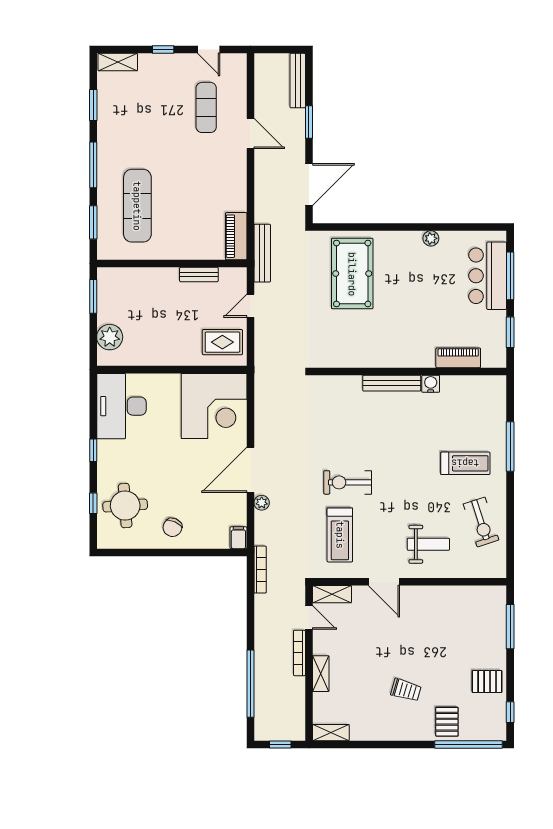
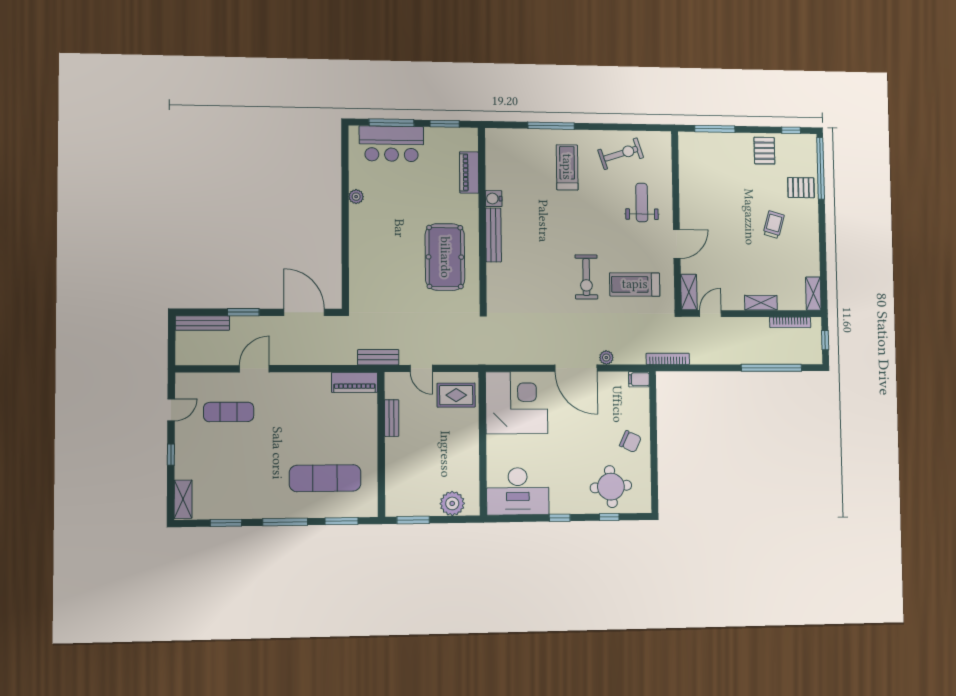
bench: (262, 253) -> (378, 357), width x0.73
pool table: (352, 274) -> (445, 257), moved, turned 90
rug: (222, 342) -> (456, 395), turned 90
treadmill: (340, 535) -> (635, 284), turned 180
bookcase: (299, 653) -> (790, 322), moved

